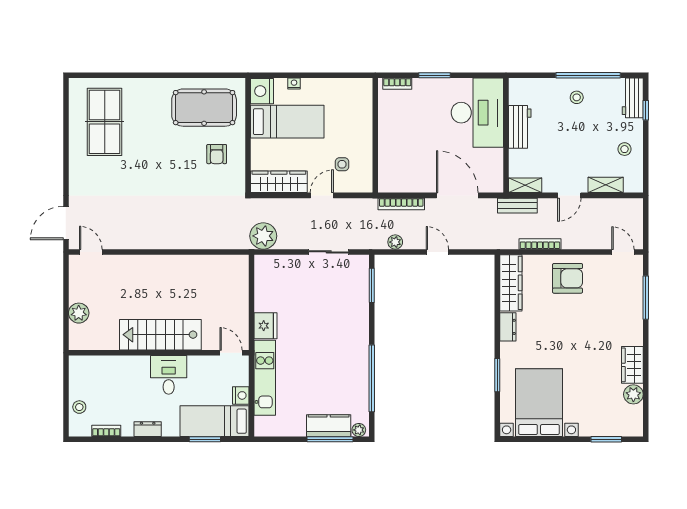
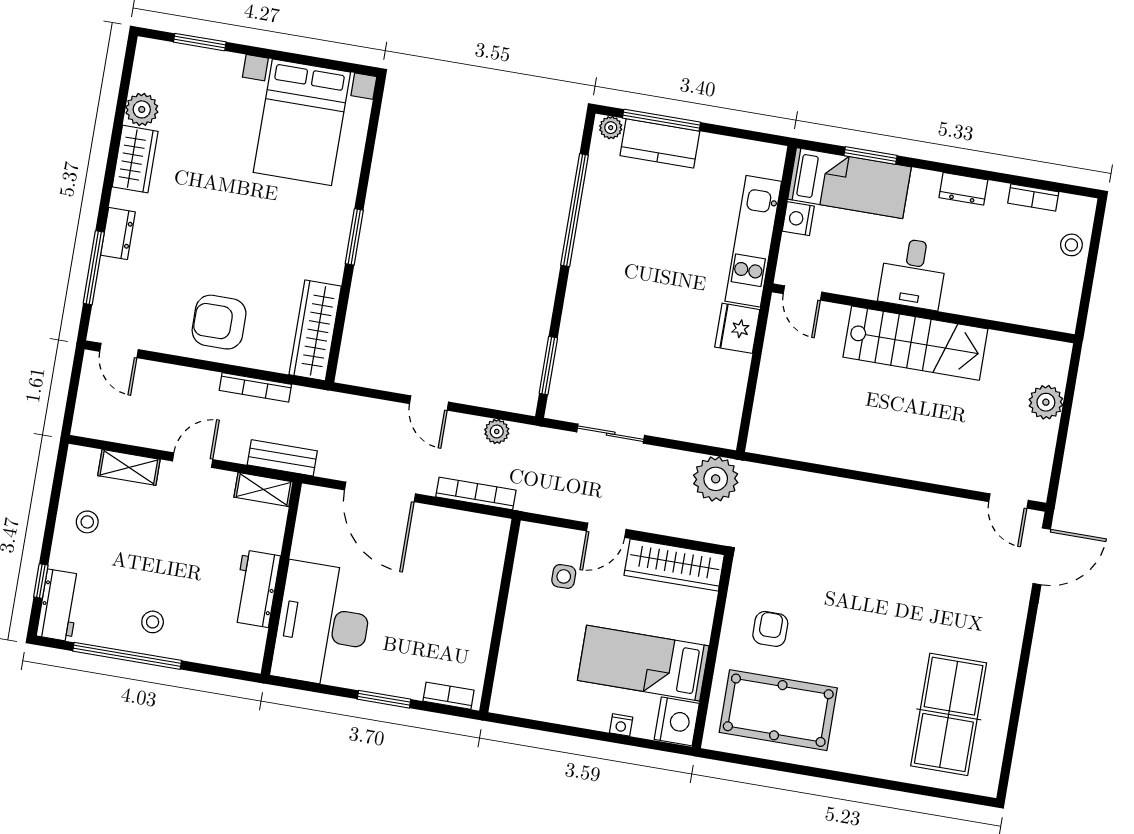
dresser: (508, 327) -> (118, 233), moved, turned 180
window: (497, 375) -> (354, 237), moved

